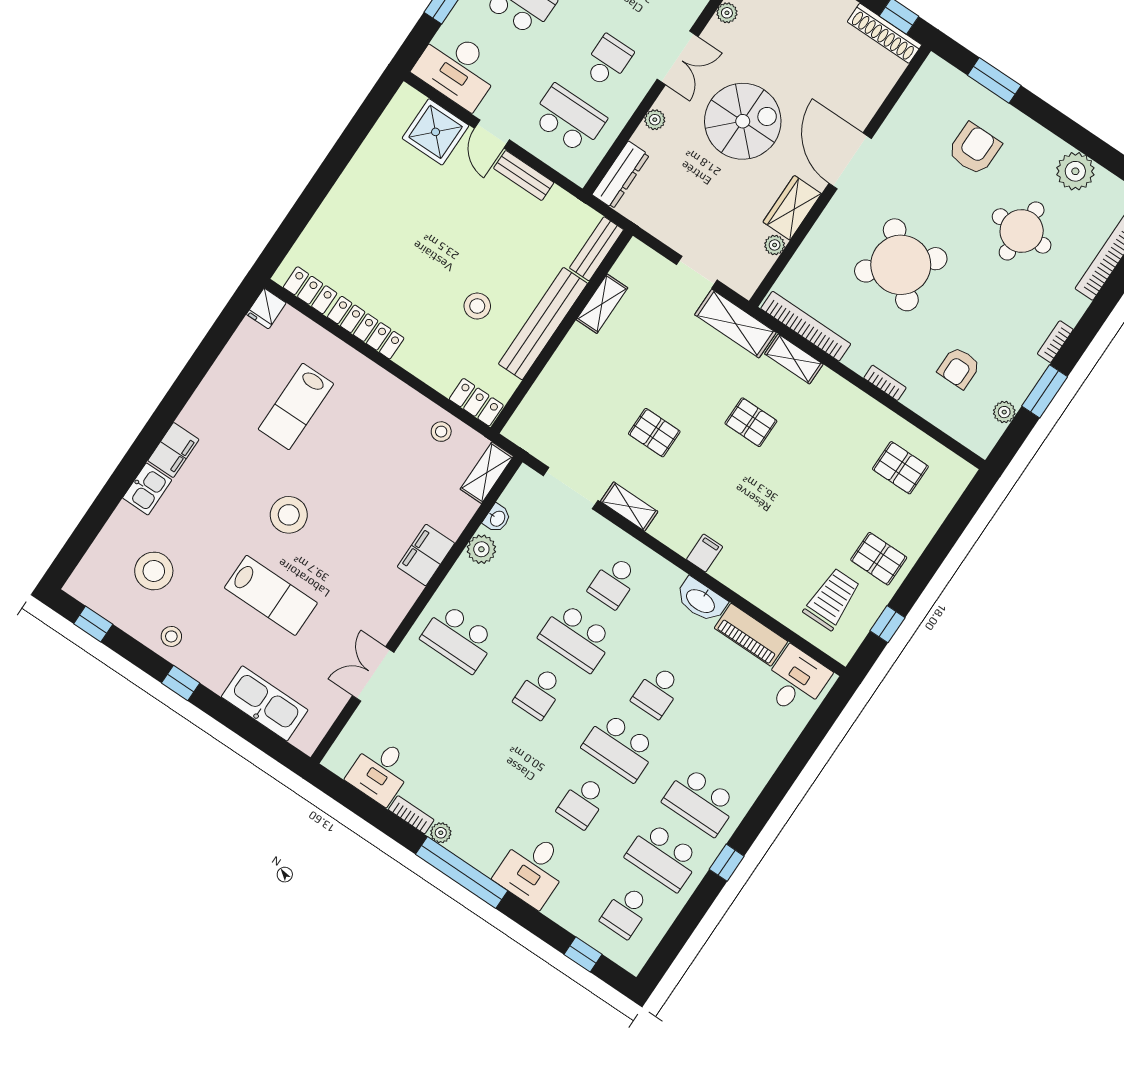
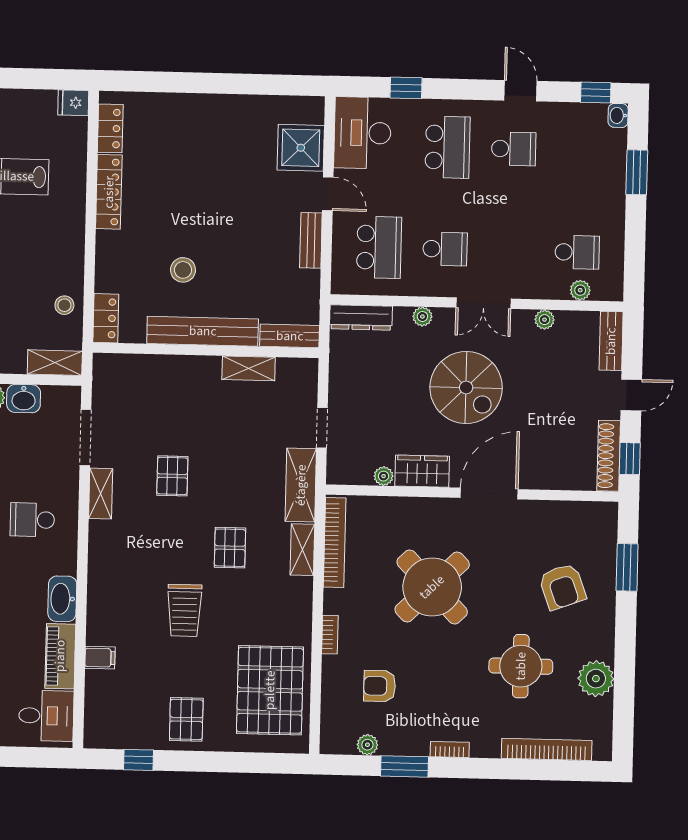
door: (492, 134) -> (328, 194), swing flipped
armchair: (974, 149) -> (562, 587), turned 70
pallet: (900, 468) -> (270, 690), width x2.05, depth x2.00
washbasin: (497, 518) -> (24, 399), width x1.38, depth x1.45
filing cabinet: (705, 553) -> (100, 658), moved
trolley: (832, 599) -> (184, 610), moved, turned 90

